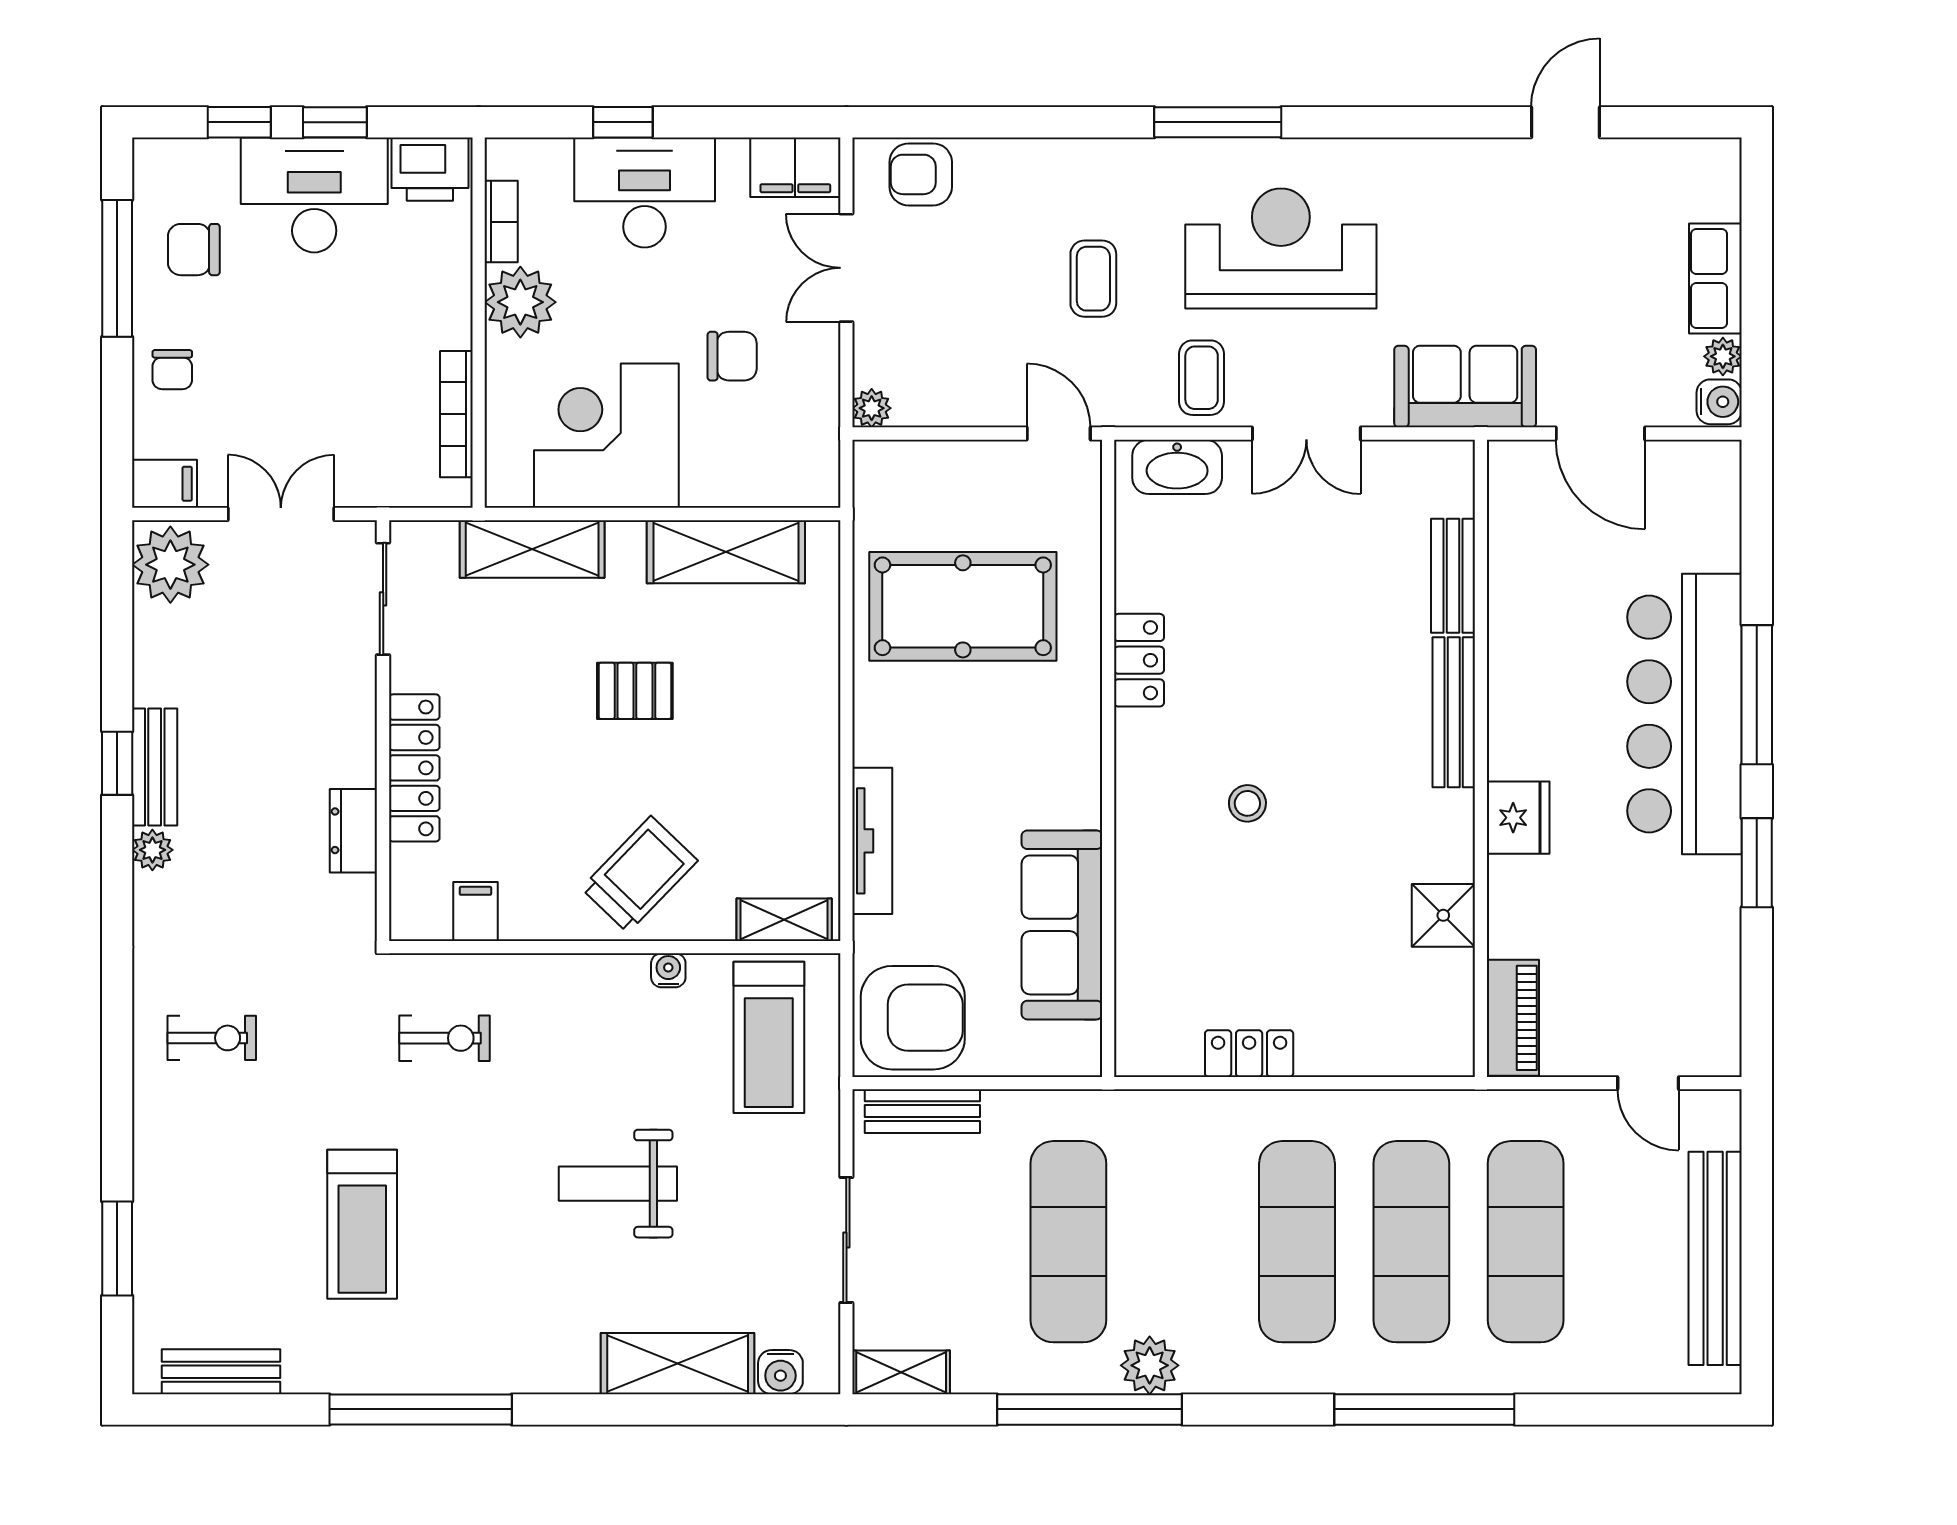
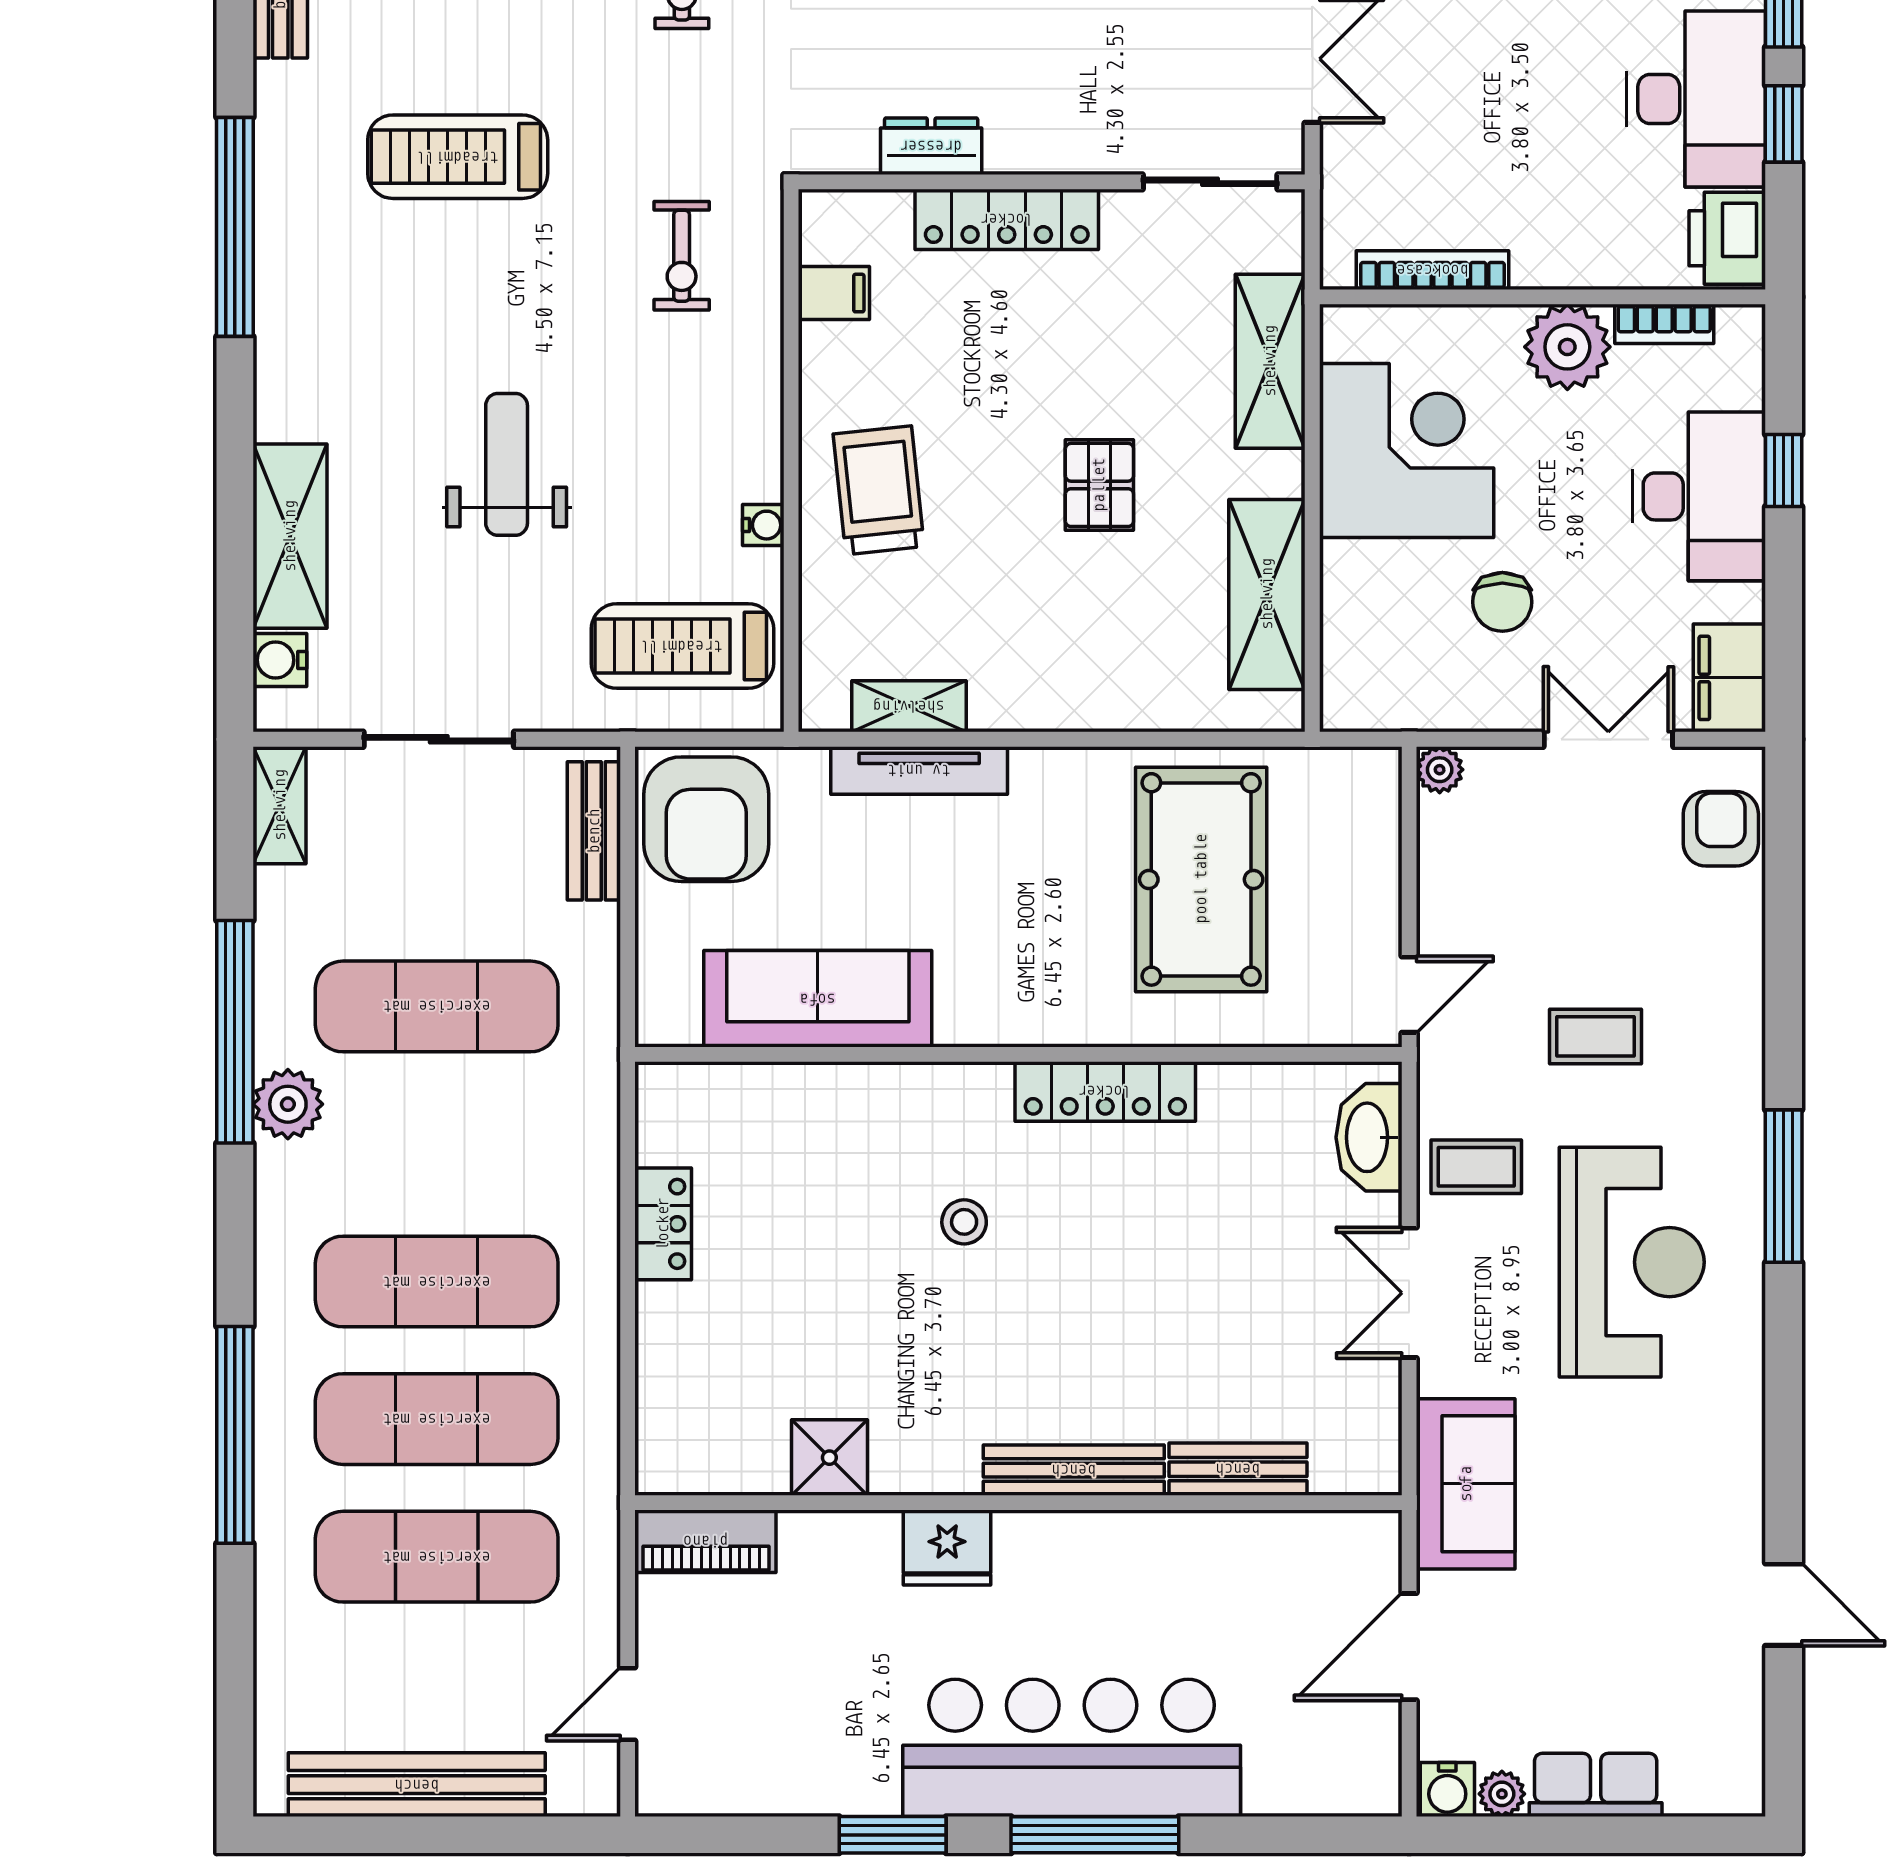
locker: (1139, 660) -> (1105, 1091), width x1.53
trolley: (639, 874) -> (879, 490), turned -140
shelving: (784, 920) -> (909, 706), moved, turned 90

